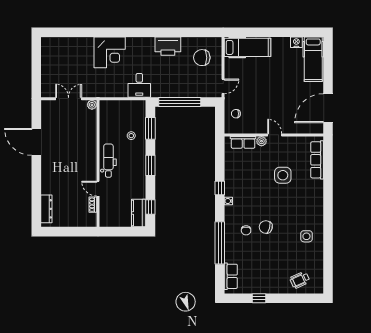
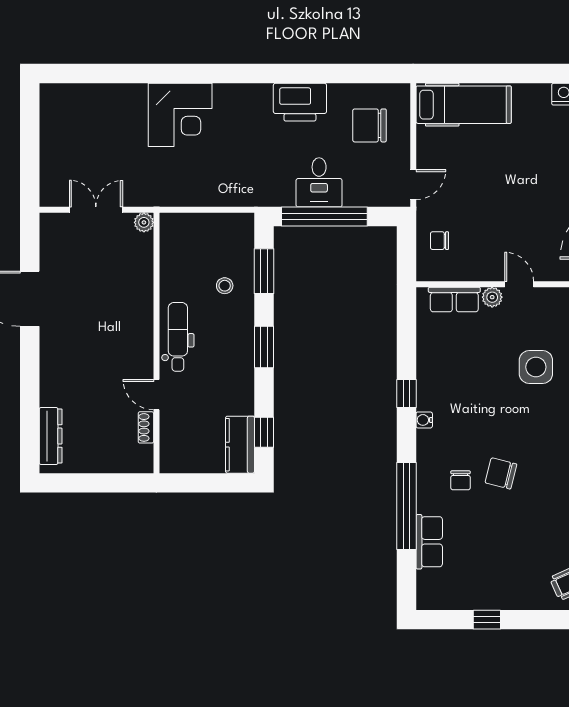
desk: (139, 85) -> (319, 182), moved
row of seats: (231, 276) -> (429, 542), moved

